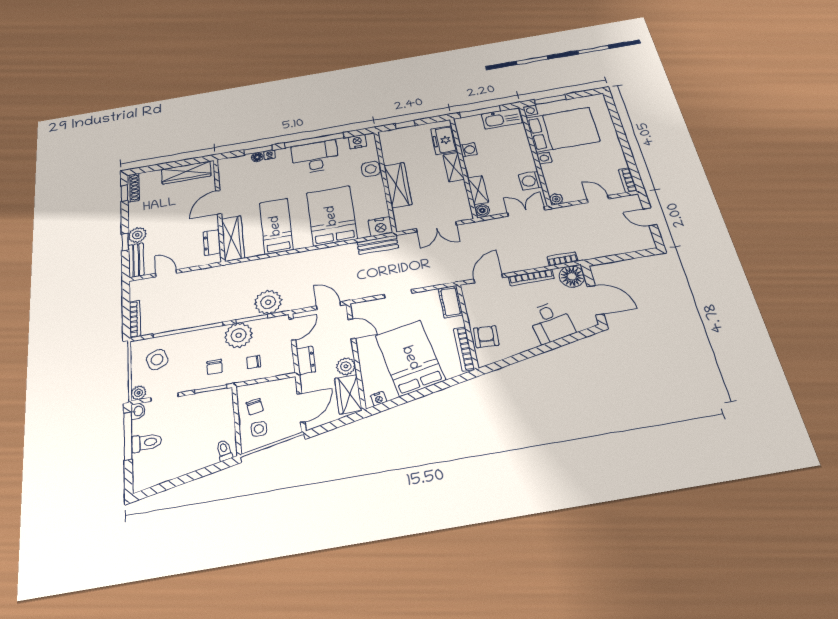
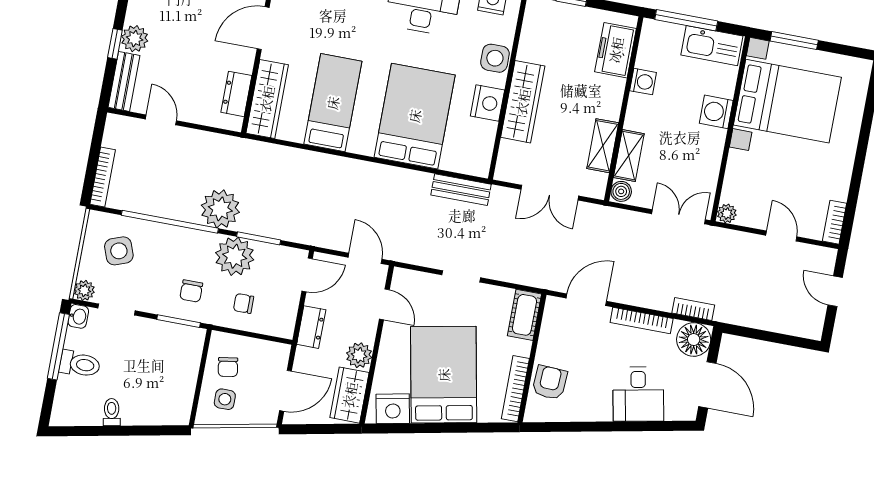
shelving: (454, 167) -> (603, 146), moved
washing machine: (530, 181) -> (716, 112), moved
nightstand: (380, 226) -> (487, 103), moved, turned -90
plant: (268, 302) -> (220, 209), moved
nightstand: (379, 399) -> (393, 409), width x1.89, depth x1.79
toilet: (224, 450) -> (112, 412), moved

